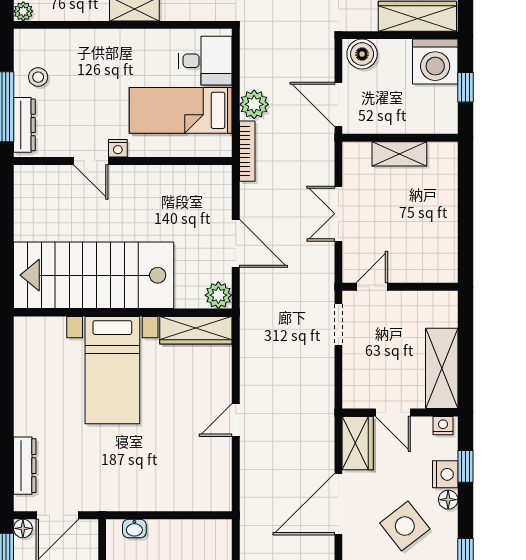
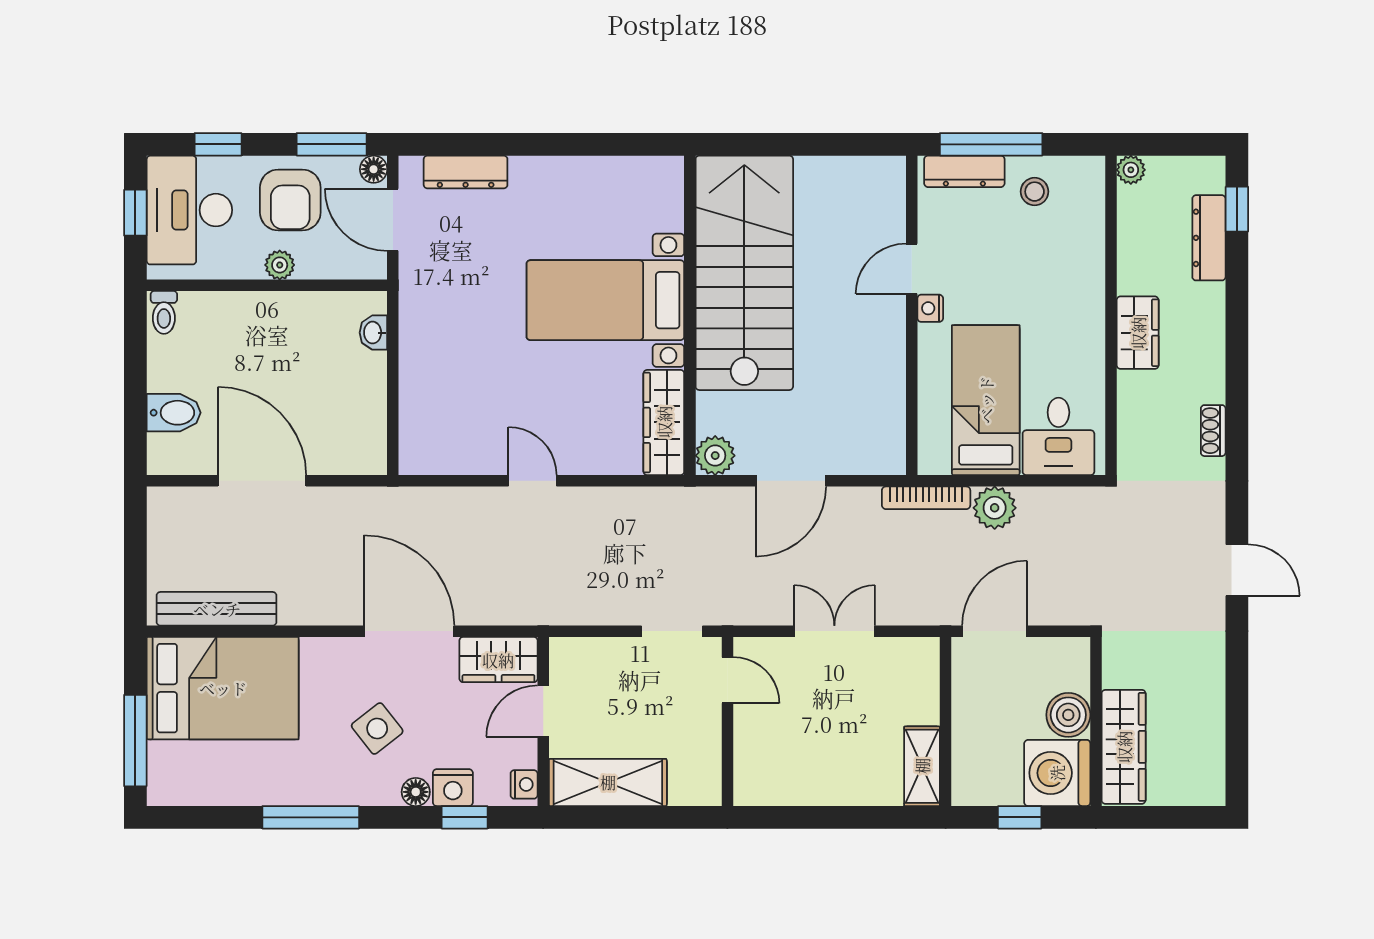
boiler: (362, 54) -> (1068, 715), moved
shelving: (399, 154) -> (922, 766), moved
side table: (405, 526) -> (377, 728), width x0.73, depth x0.73

